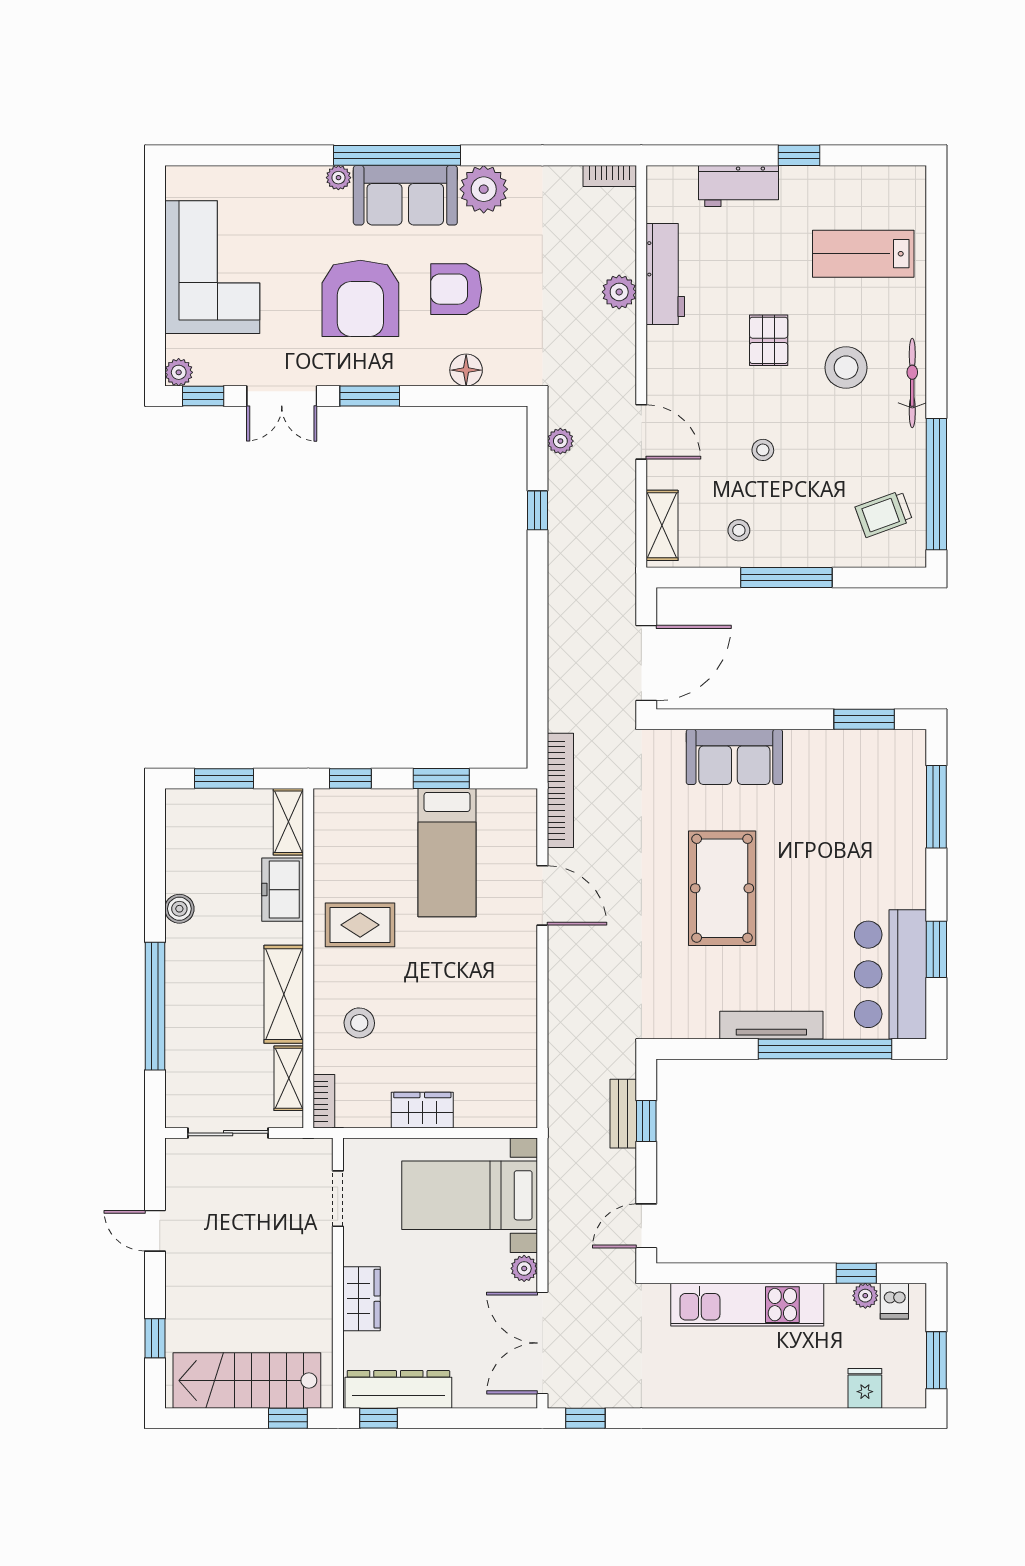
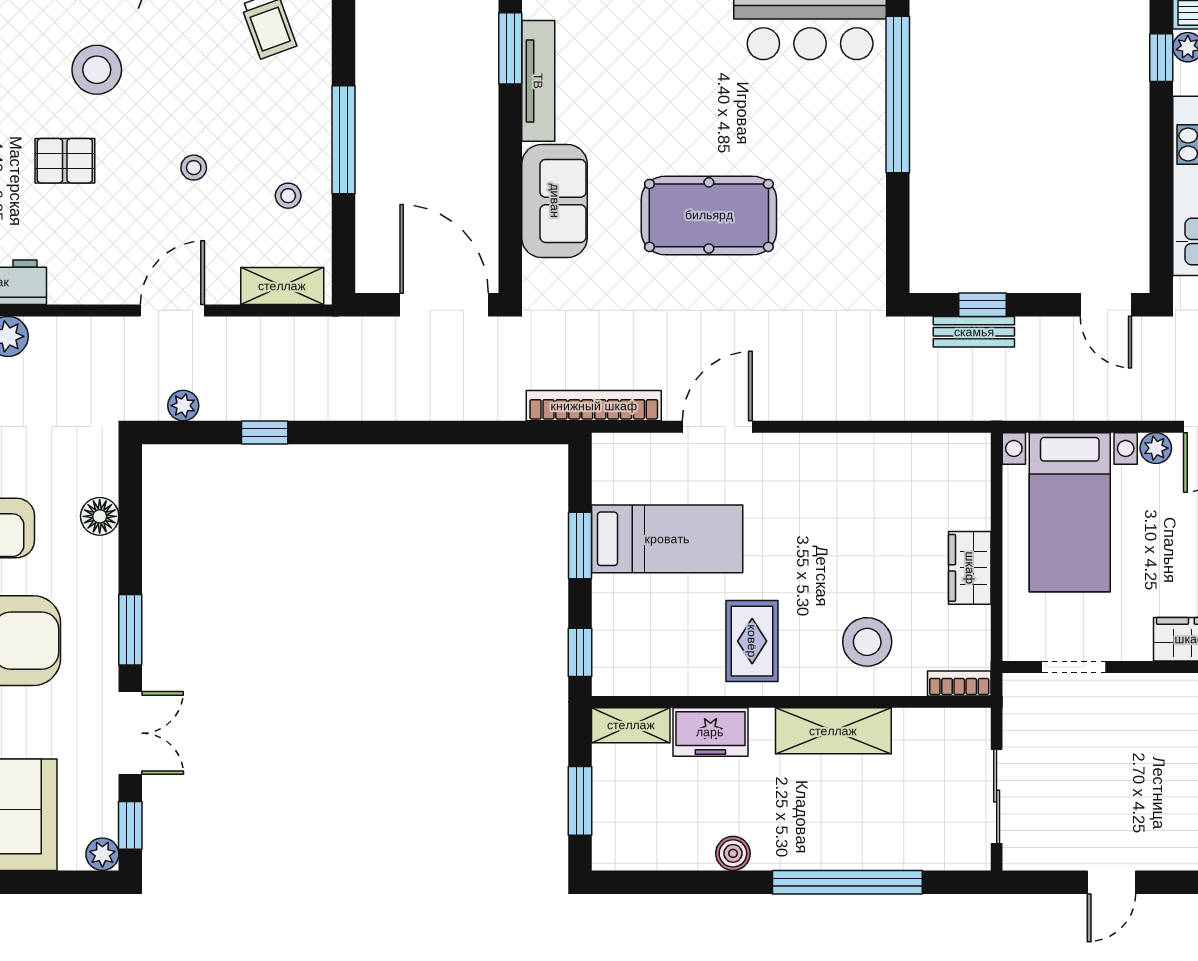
stool: (359, 1023) -> (867, 642), width x1.38, depth x1.38
tv unit: (771, 1025) -> (538, 81), moved, turned 180
shelving: (289, 1078) -> (932, 725), removed

